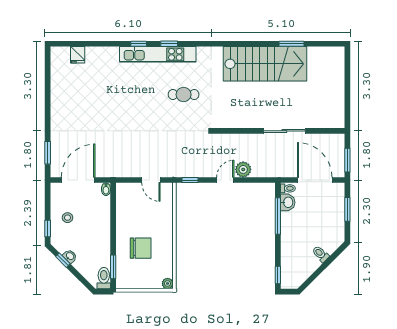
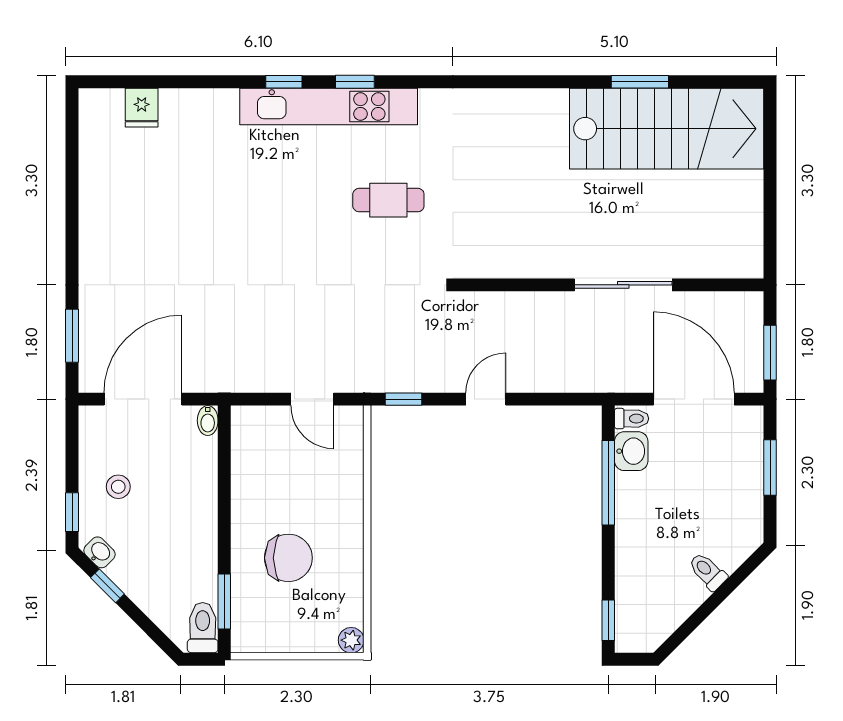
stairs: (265, 64) -> (667, 129), moved
plant: (243, 169) -> (527, 375), removed
washbasin: (70, 256) -> (99, 552), moved

